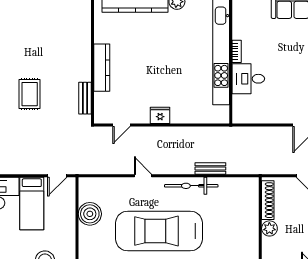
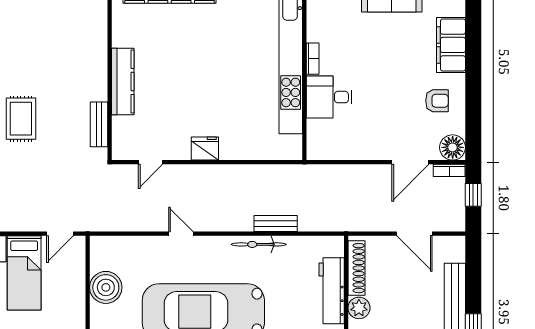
bicycle: (191, 186) -> (259, 244), width x0.73, depth x0.71
workbench: (250, 216) -> (332, 291), added

